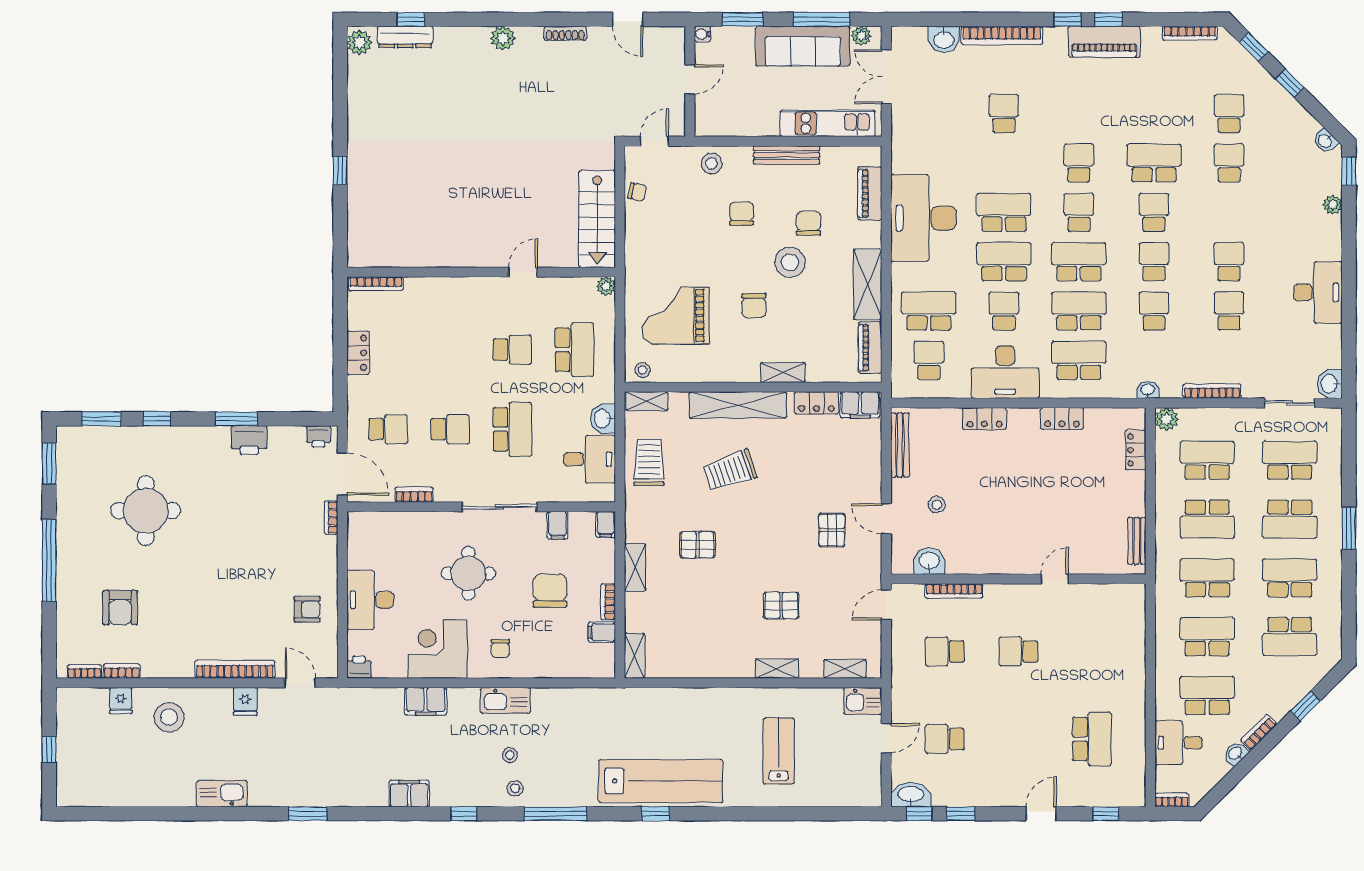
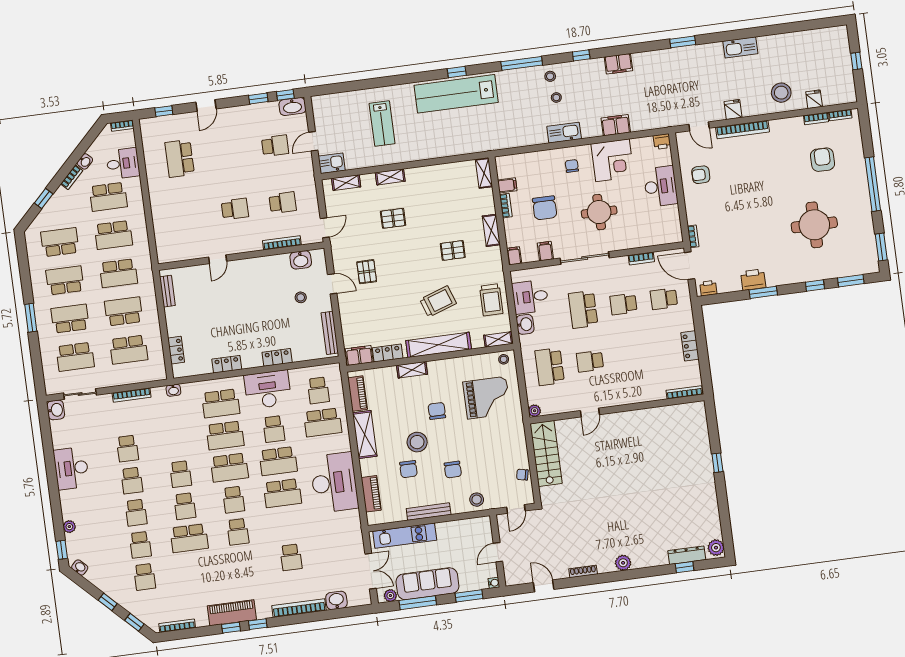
school desk: (1154, 311) -> (136, 513), moved
plant: (1167, 419) -> (159, 373), removed
school desk: (1290, 578) -> (65, 280), turned 180

